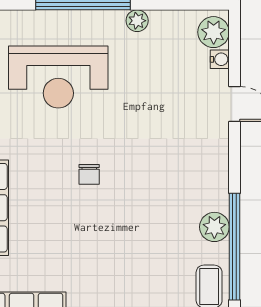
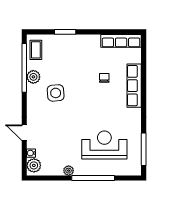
chair: (89, 174) -> (104, 78), moved
side table: (166, 192) -> (56, 93), added

